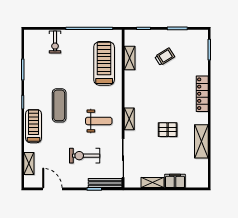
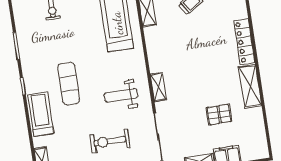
weight bench: (99, 121) -> (121, 95), turned 180
pallet: (168, 130) -> (219, 115), moved
shelving: (201, 141) -> (250, 86), moved

